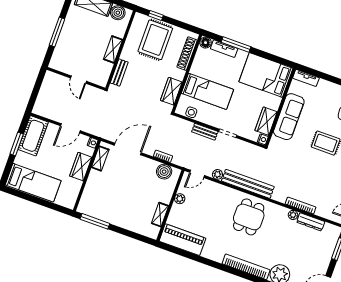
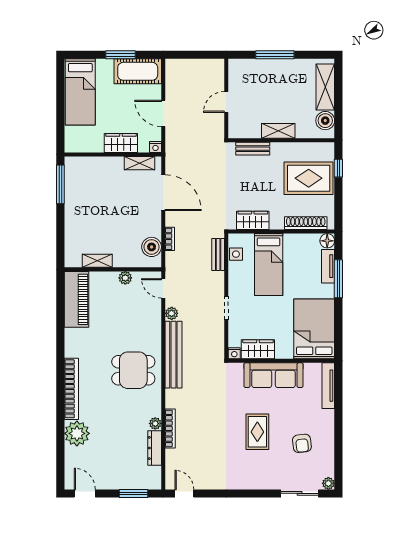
tv unit: (306, 78) -> (328, 386), width x1.41
bench: (205, 132) -> (218, 255), moved

